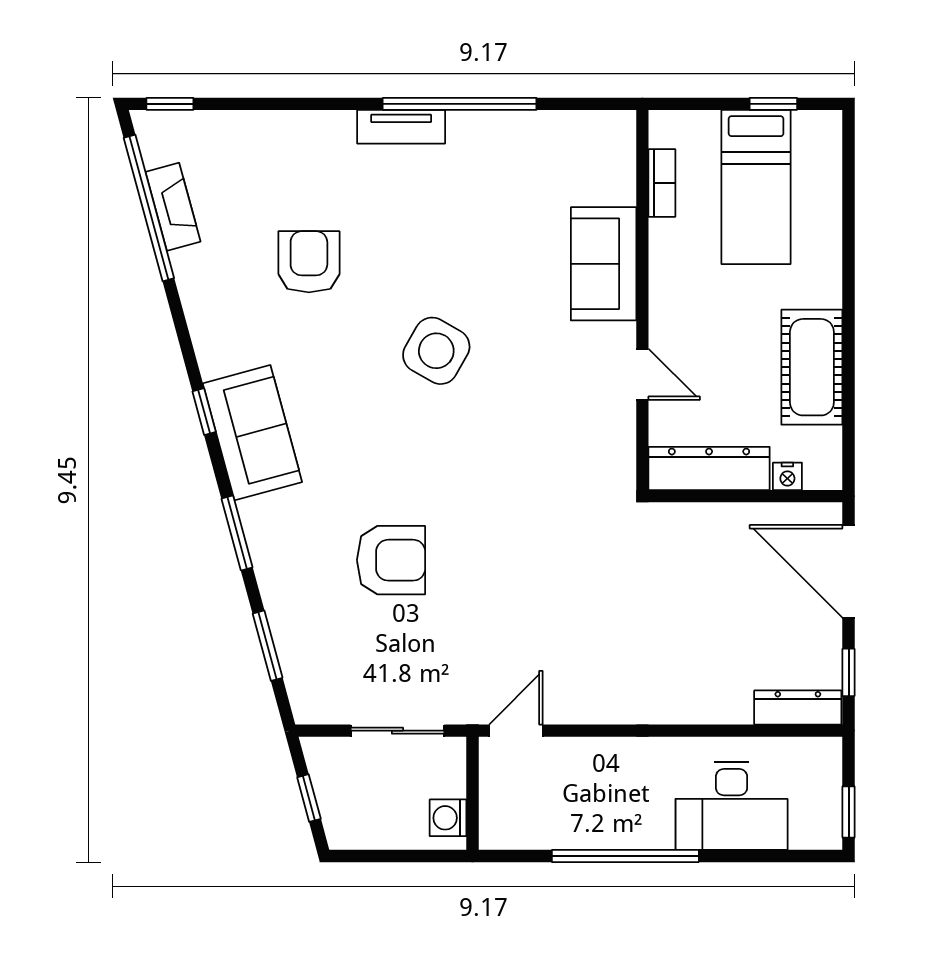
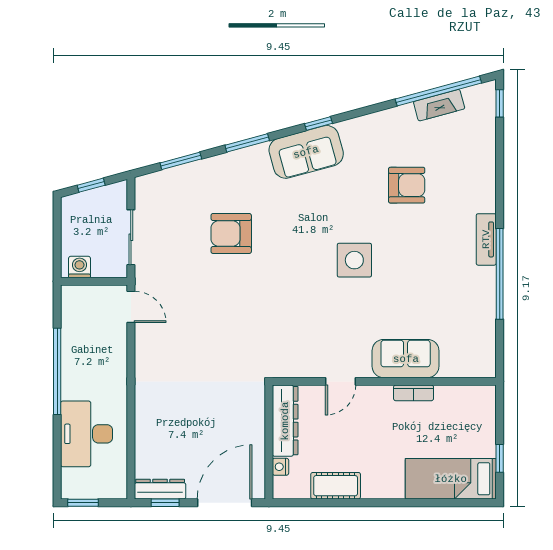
bookcase: (662, 183) -> (414, 393), moved
bed: (756, 187) -> (451, 479), moved
side table: (436, 351) -> (354, 260), turned -30
cot: (812, 367) -> (336, 486), width x0.73, depth x0.75
armchair: (391, 560) -> (231, 233), turned 90
dresser: (798, 707) -> (160, 489), moved, turned -90

